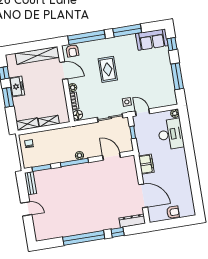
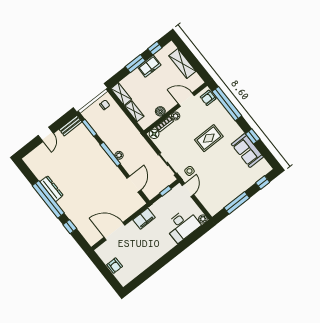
window: (127, 31) -> (253, 136), width x0.46
sofa: (152, 40) -> (247, 150), moved
shelving: (37, 55) -> (182, 64), width x0.68
door: (64, 70) -> (186, 100), swing flipped
boiler: (61, 99) -> (160, 111), added
door: (143, 196) -> (115, 231), swing flipped
dresser: (132, 221) -> (52, 189), moved

